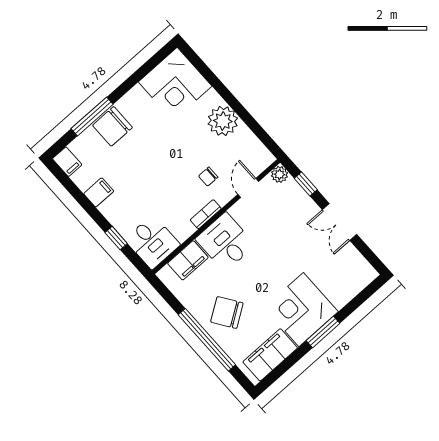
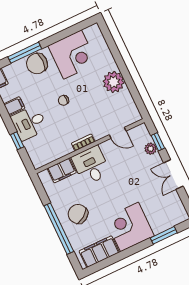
corner desk: (175, 84) -> (73, 55), moved, turned -90
plant: (279, 174) -> (151, 149), moved
chair: (208, 177) -> (63, 100), moved
door: (248, 188) -> (118, 133), swing flipped
desk: (152, 242) -> (29, 123), moved, turned 90
window: (323, 332) -> (164, 235), moved

